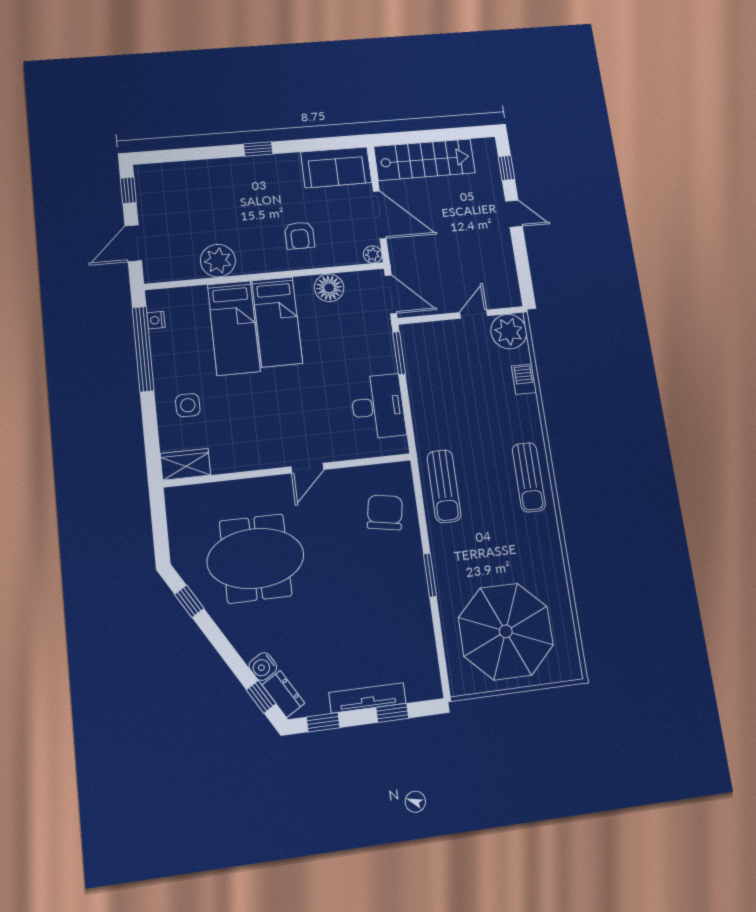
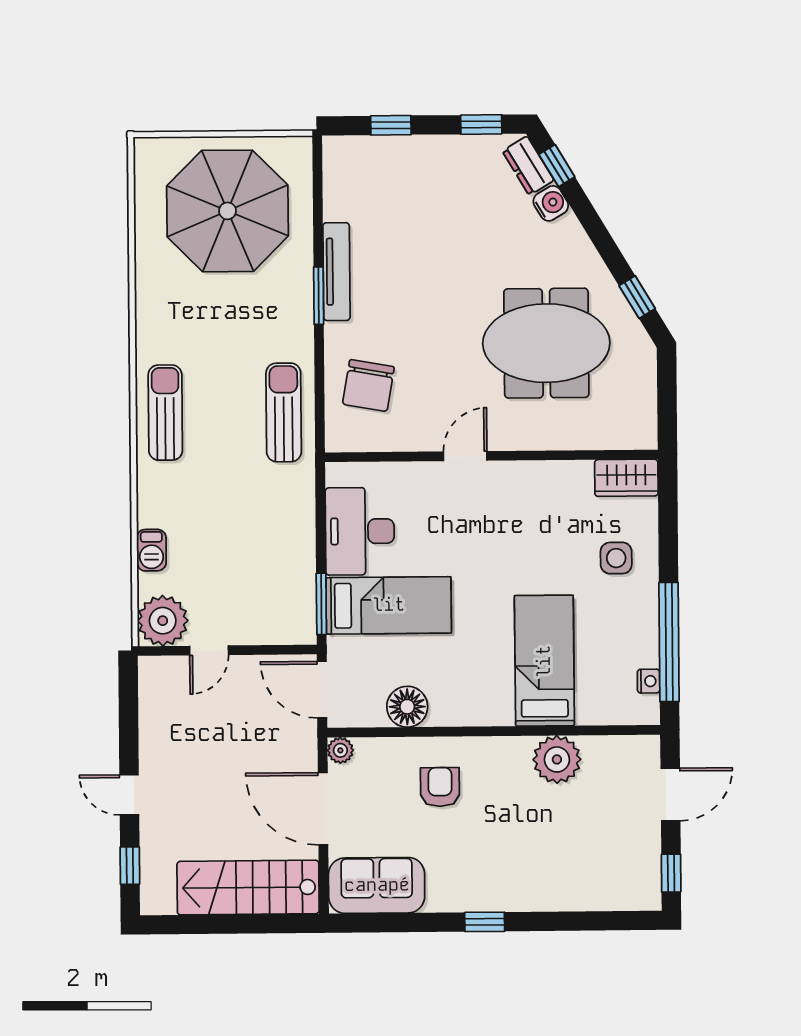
bed: (277, 322) -> (389, 605), moved, turned 90
tv unit: (368, 698) -> (336, 272), moved, turned -90

